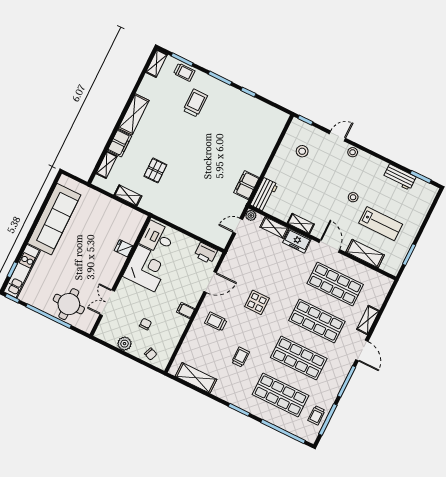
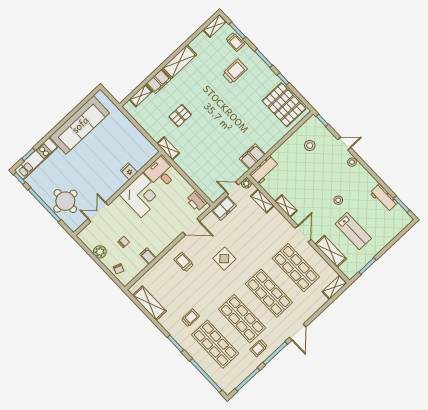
pallet: (260, 119) -> (284, 105), added
shelving: (128, 195) -> (168, 148), moved
freezer: (297, 241) -> (224, 208), moved, turned -90
filing cabinet: (186, 310) -> (148, 256), moved
shelving: (368, 320) -> (334, 287), moved
trolley: (240, 357) -> (190, 318), moved
trolley: (316, 415) -> (259, 348), moved

